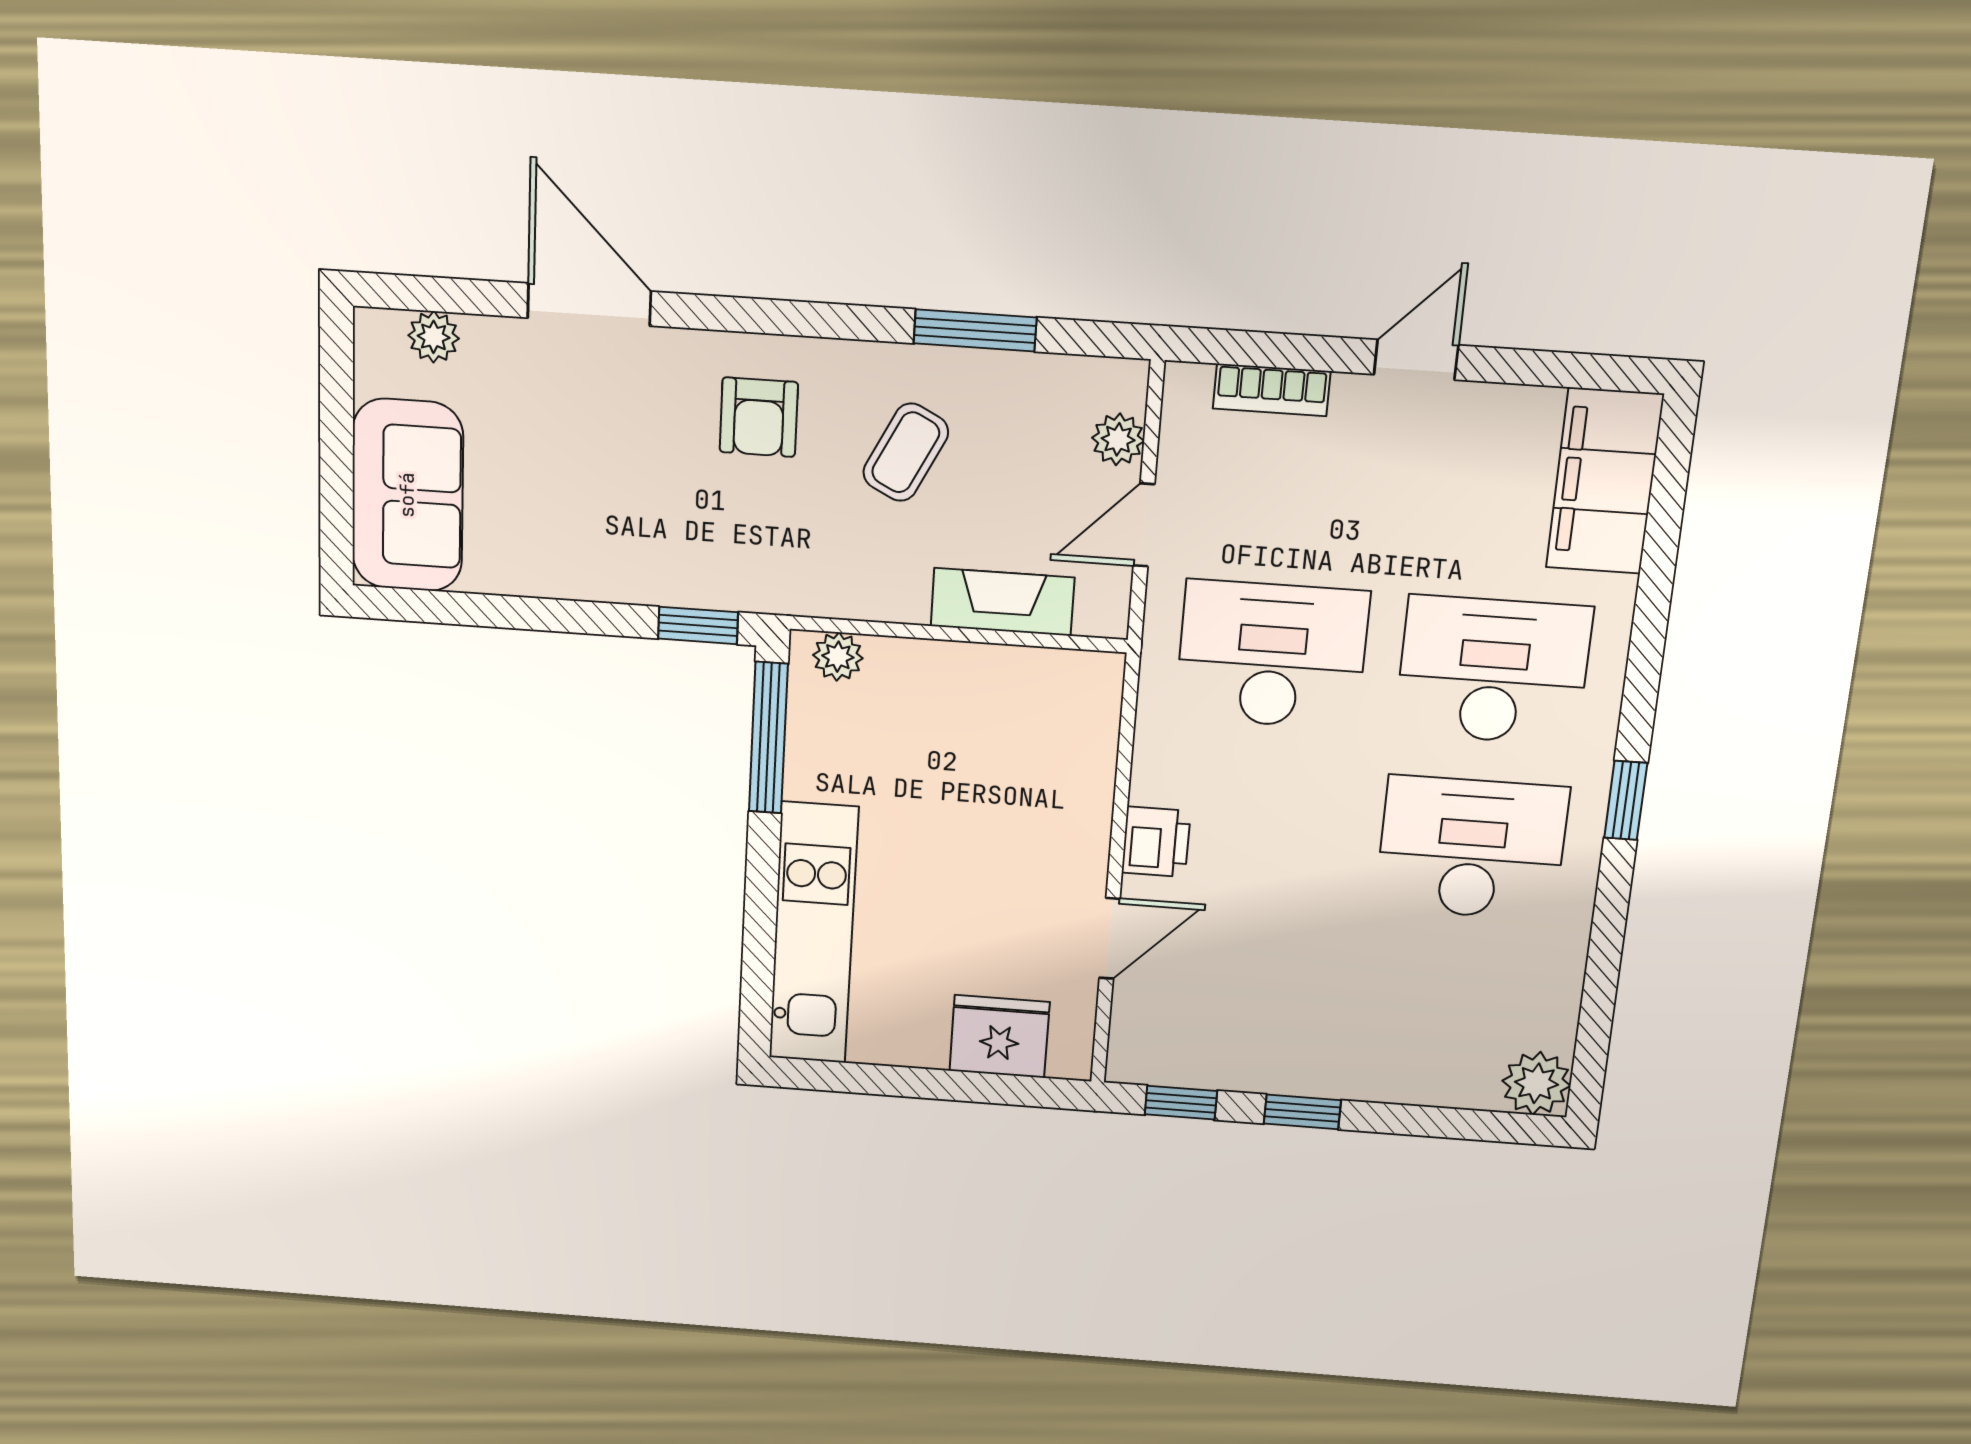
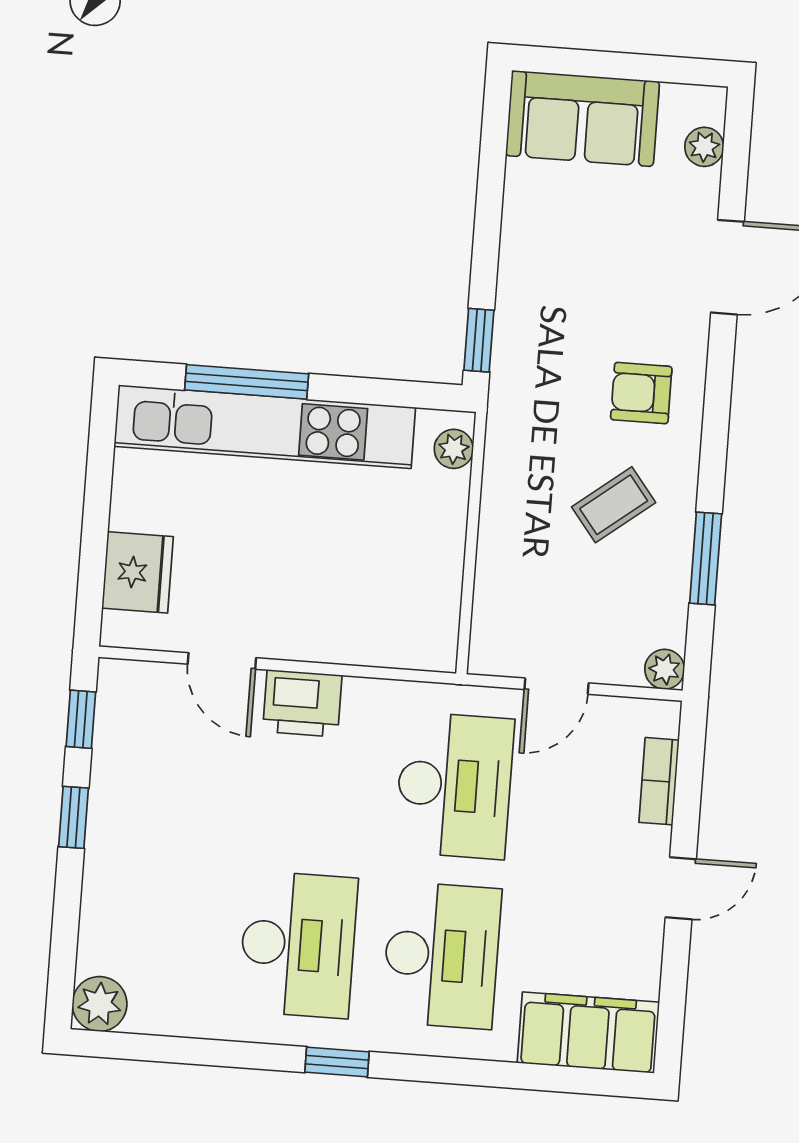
door: (1416, 360) -> (681, 888), hinge flipped
plant: (1118, 439) -> (665, 669), moved
coffee table: (906, 452) -> (614, 505), turned -65
door: (1144, 525) -> (557, 686), swing flipped
fireplace: (1003, 602) -> (497, 578), removed
window: (768, 738) -> (247, 382), moved
printer: (1156, 842) -> (302, 703), width x1.36, depth x1.24
kitchen unit: (814, 934) -> (265, 427), width x1.36

